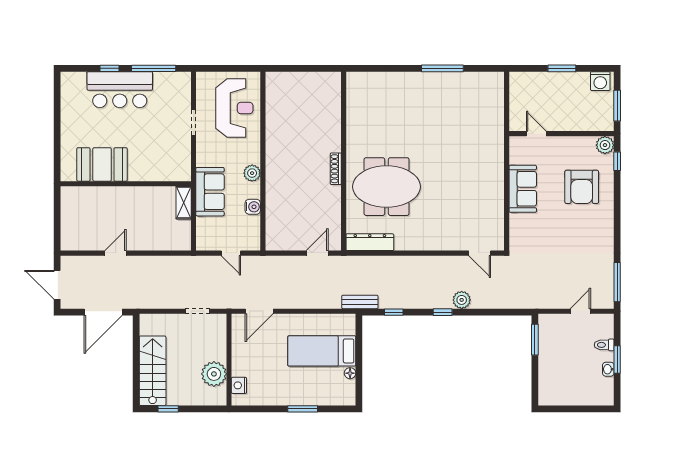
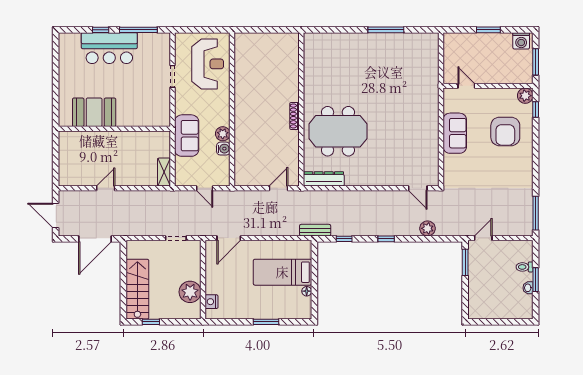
plant: (252, 173) -> (223, 134), moved
shelving: (184, 203) -> (164, 172), moved
plant: (462, 300) -> (427, 228), moved
door: (580, 311) -> (483, 238), moved

